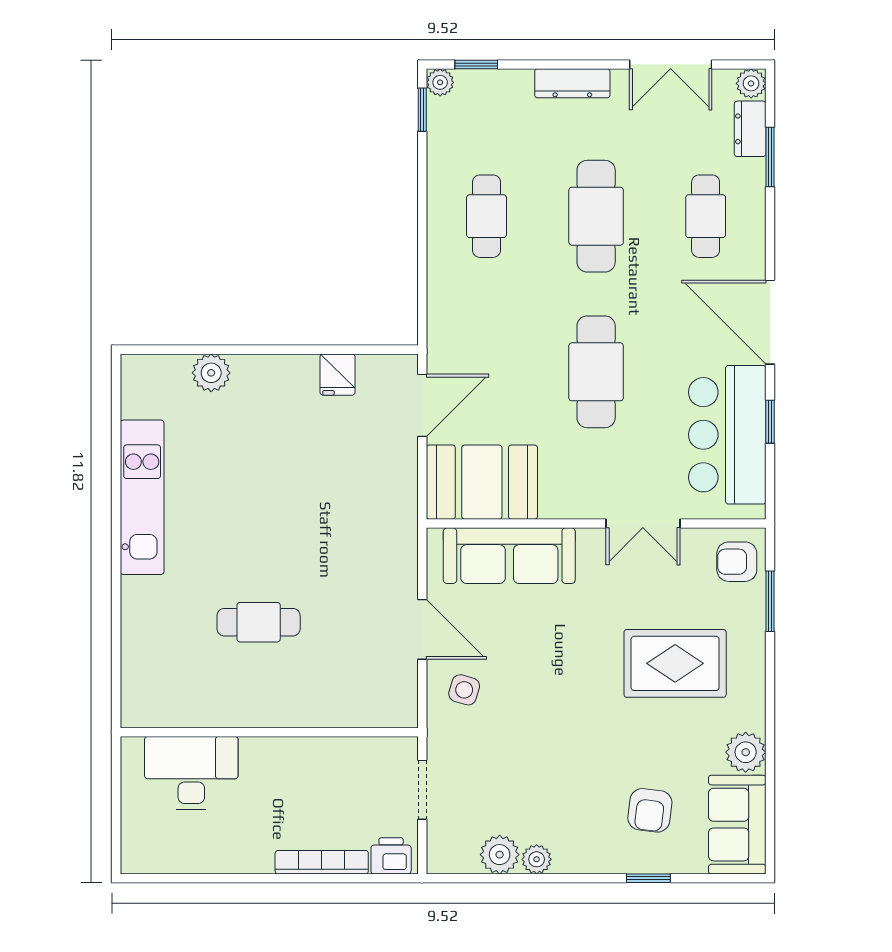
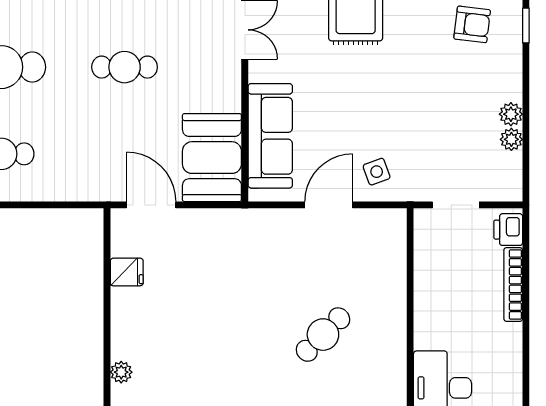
cafe table: (596, 372) -> (125, 67), width x0.73, depth x0.74
plant: (211, 373) -> (121, 372), width x0.73, depth x0.73
cafe table: (259, 622) -> (323, 335), turned 45
side table: (464, 690) -> (377, 172), turned -36
plant: (500, 855) -> (511, 139), width x0.73, depth x0.73

